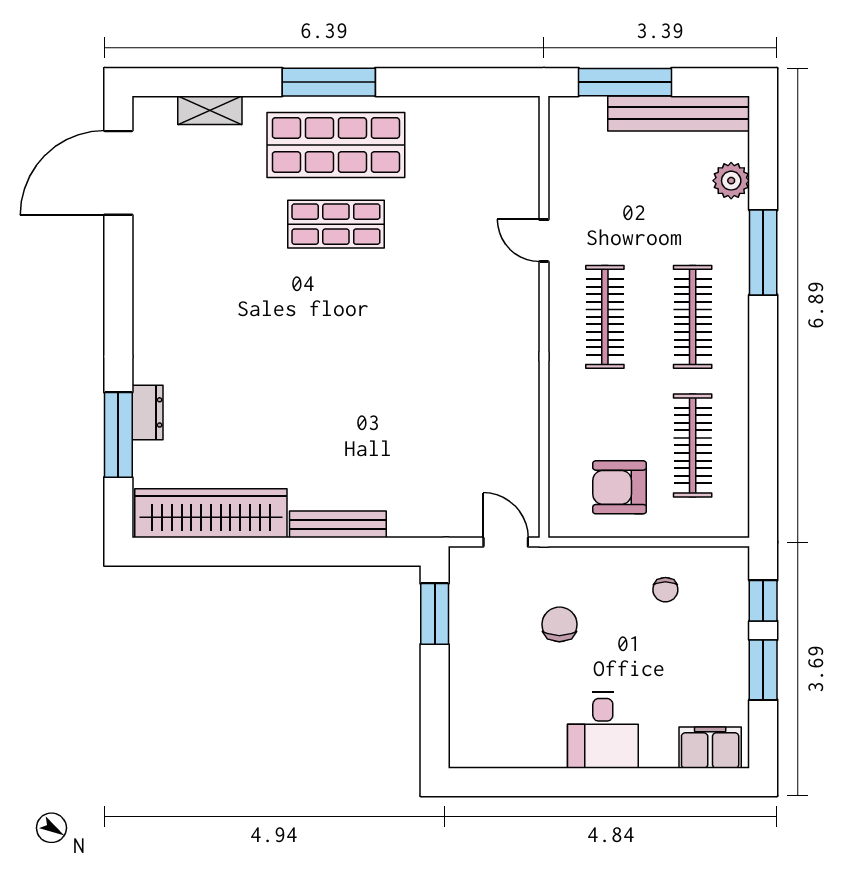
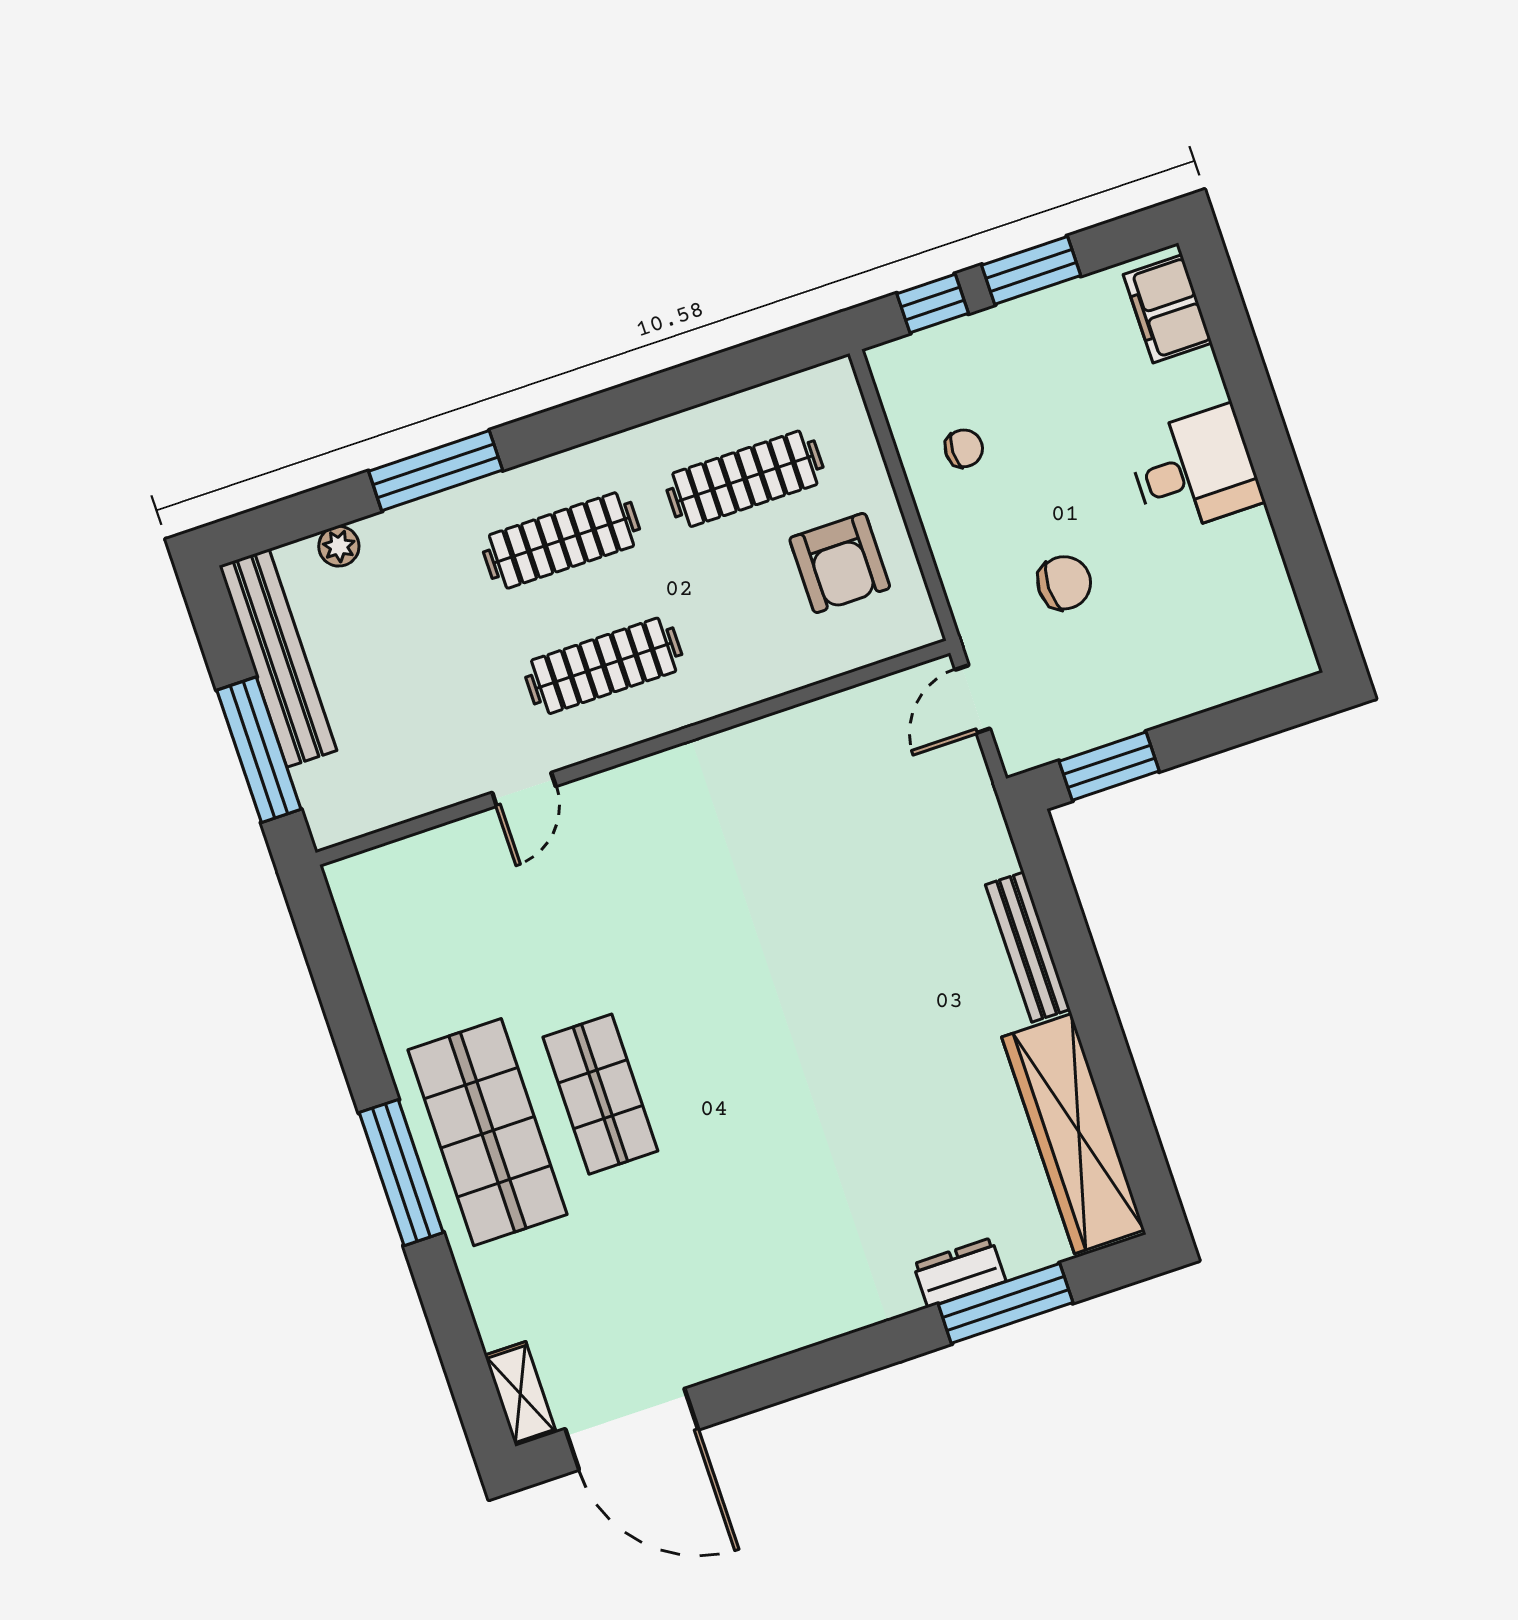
shelving: (210, 110) -> (520, 1394), moved
plant: (731, 181) -> (339, 546), width x0.73, depth x0.73
chair: (559, 624) -> (1064, 583), turned 180

